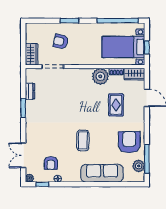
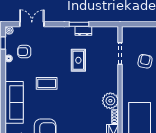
wardrobe: (32, 54) -> (132, 32), removed
dresser: (30, 91) -> (83, 31), moved
rug: (116, 105) -> (78, 60), moved, turned 90

